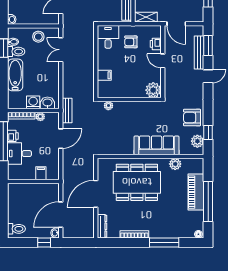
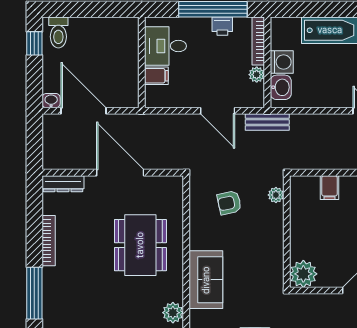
armchair: (113, 132) -> (229, 203), added
sofa: (157, 145) -> (206, 280), width x0.73
desk: (19, 154) -> (165, 46), moved, turned -90
dining table: (137, 182) -> (140, 245), width x0.73, depth x0.80
window: (44, 242) -> (34, 43), moved

